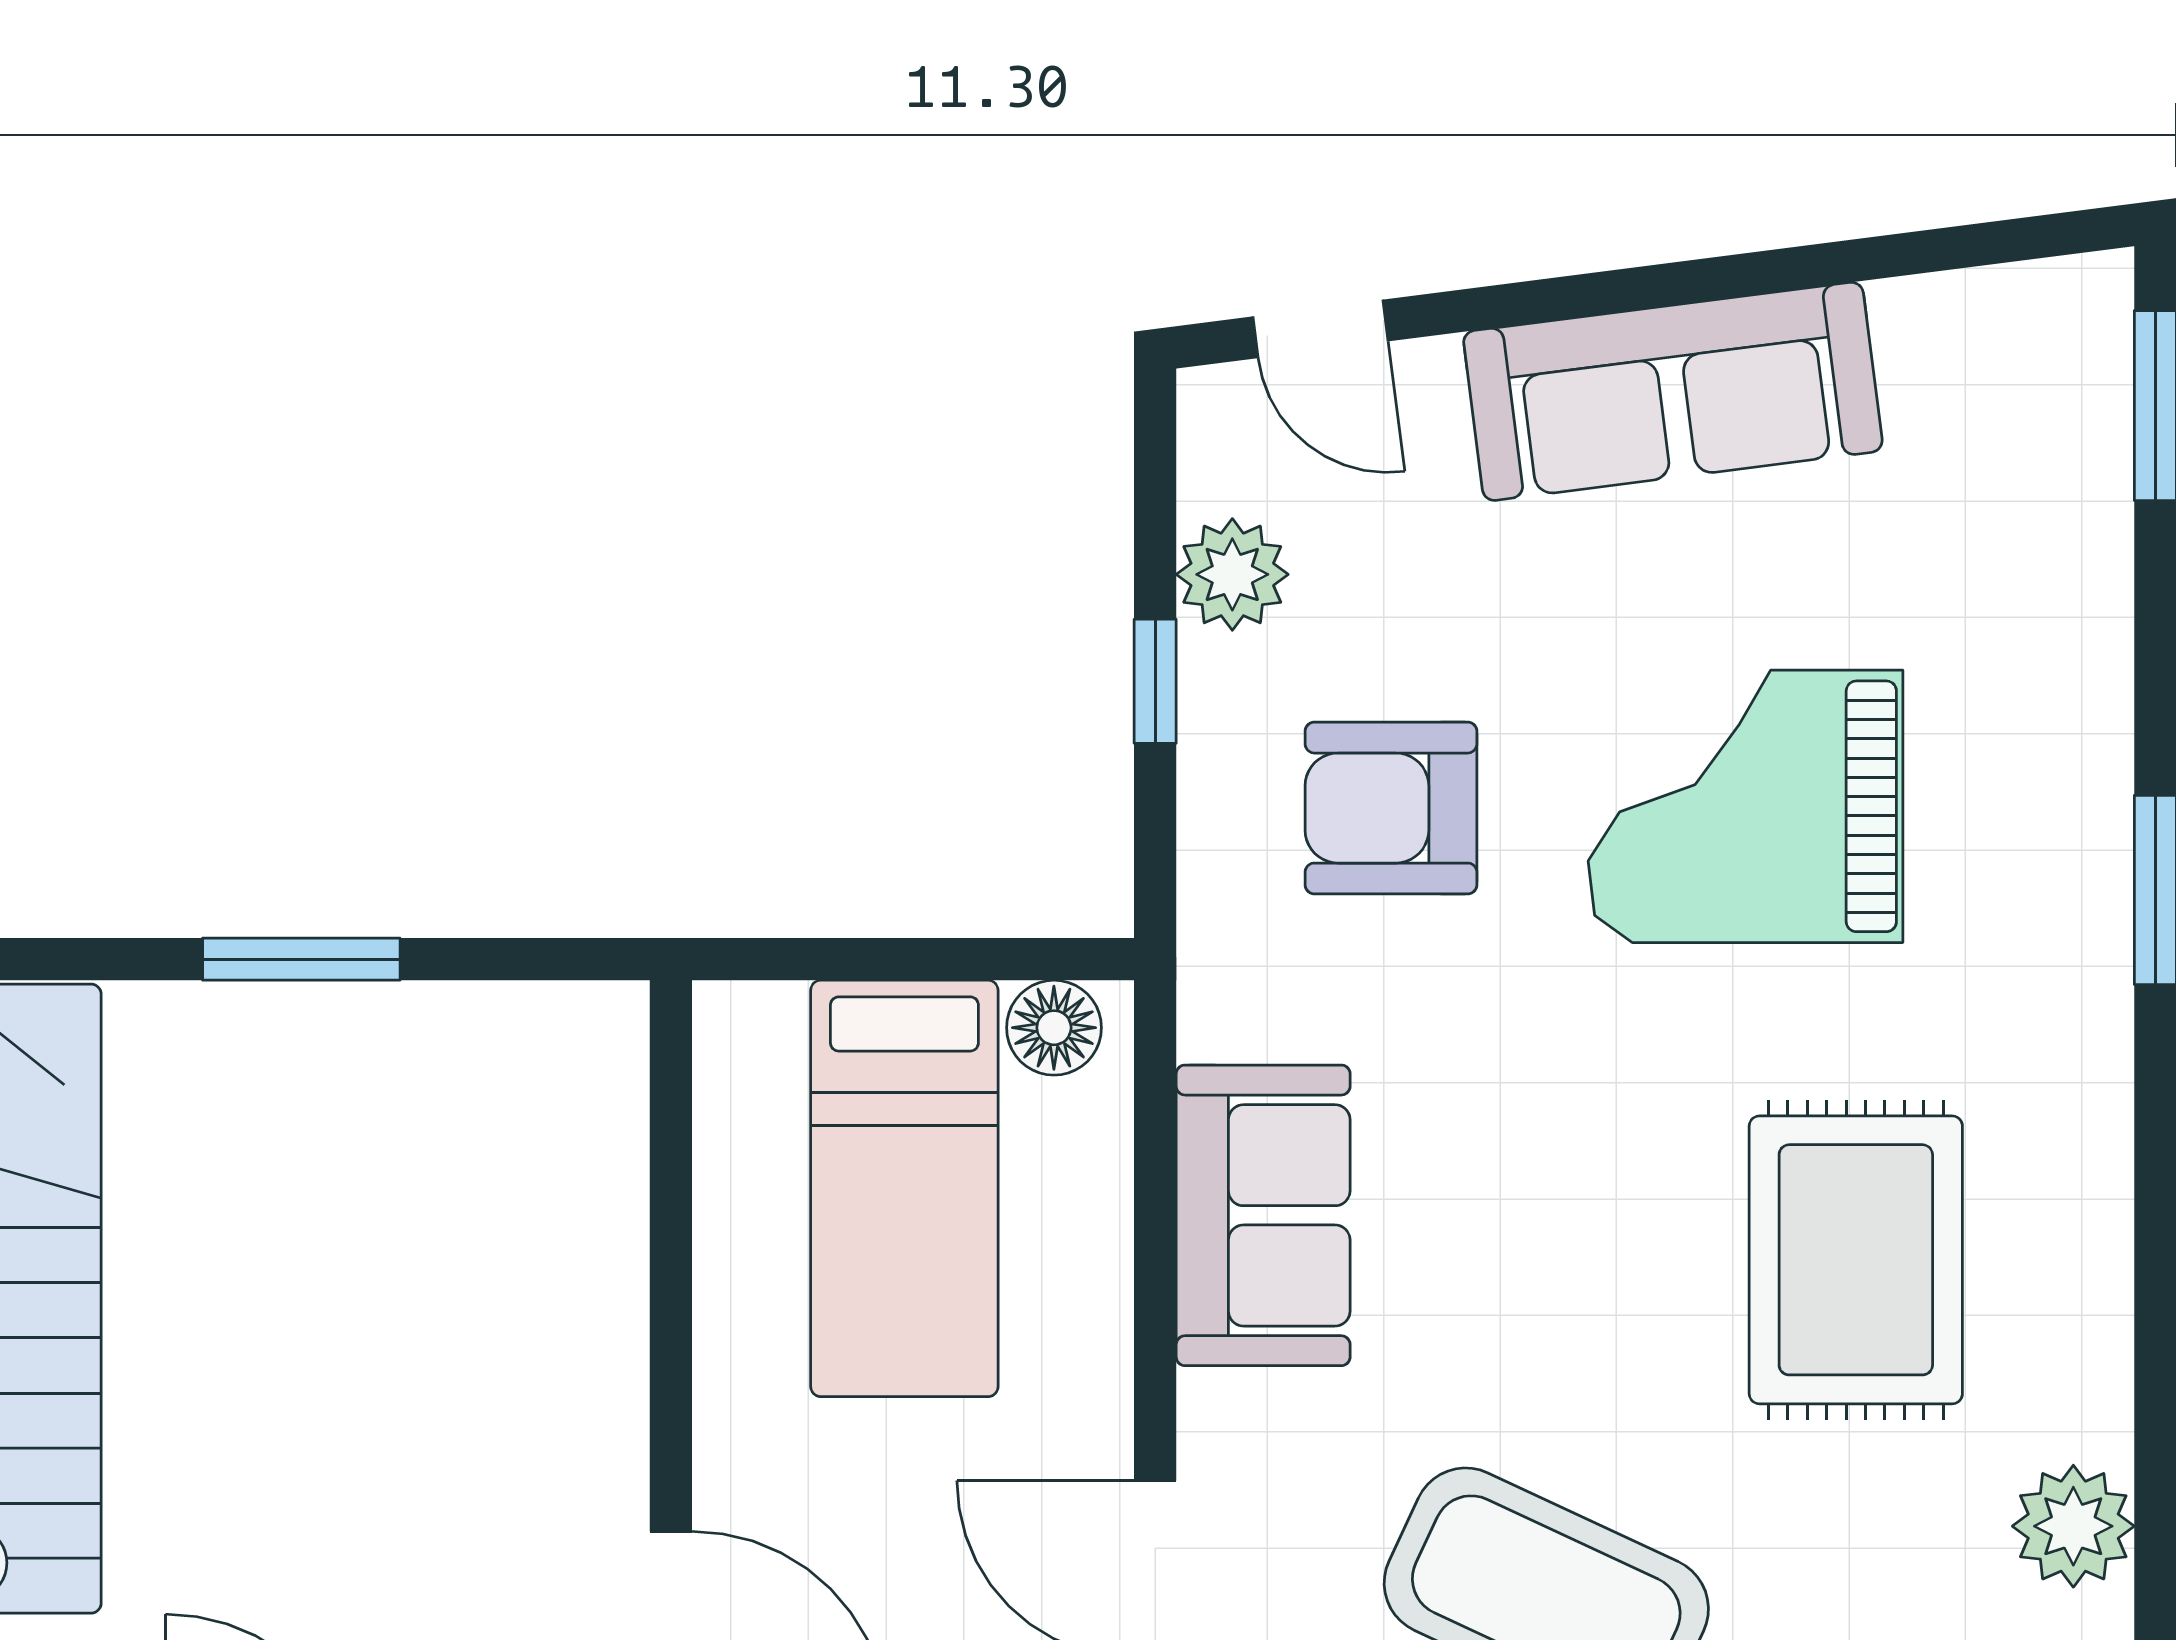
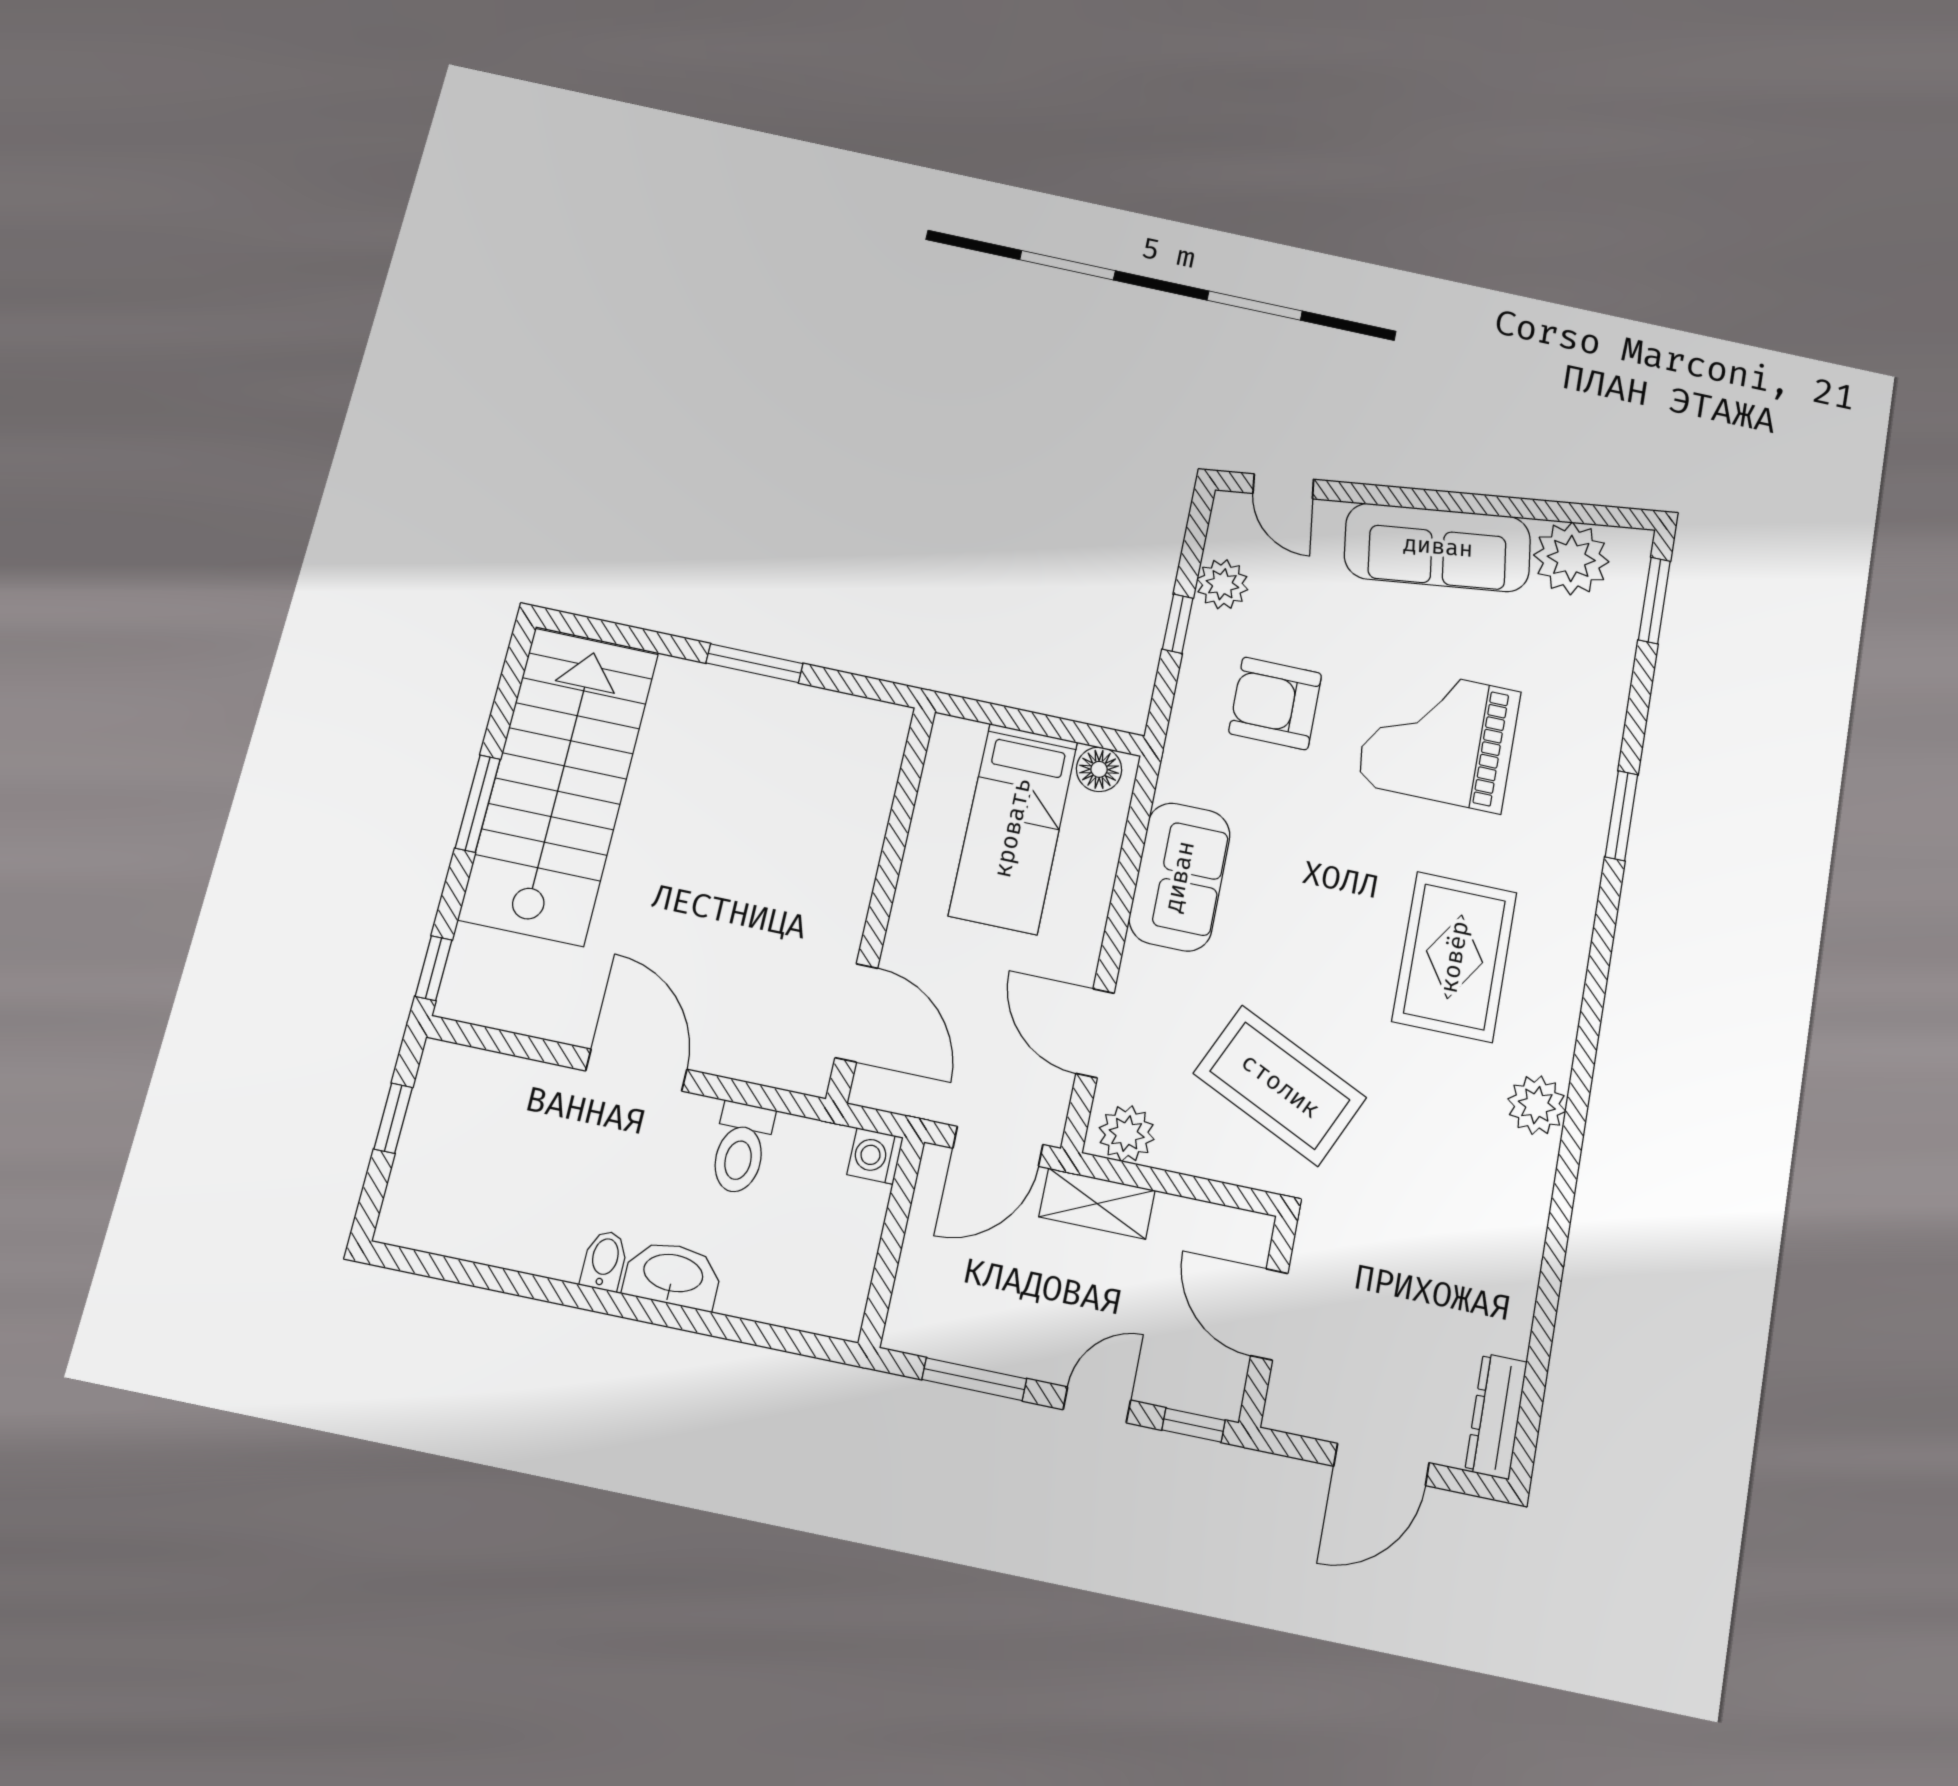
plant: (1963, 352) -> (1571, 558), added

